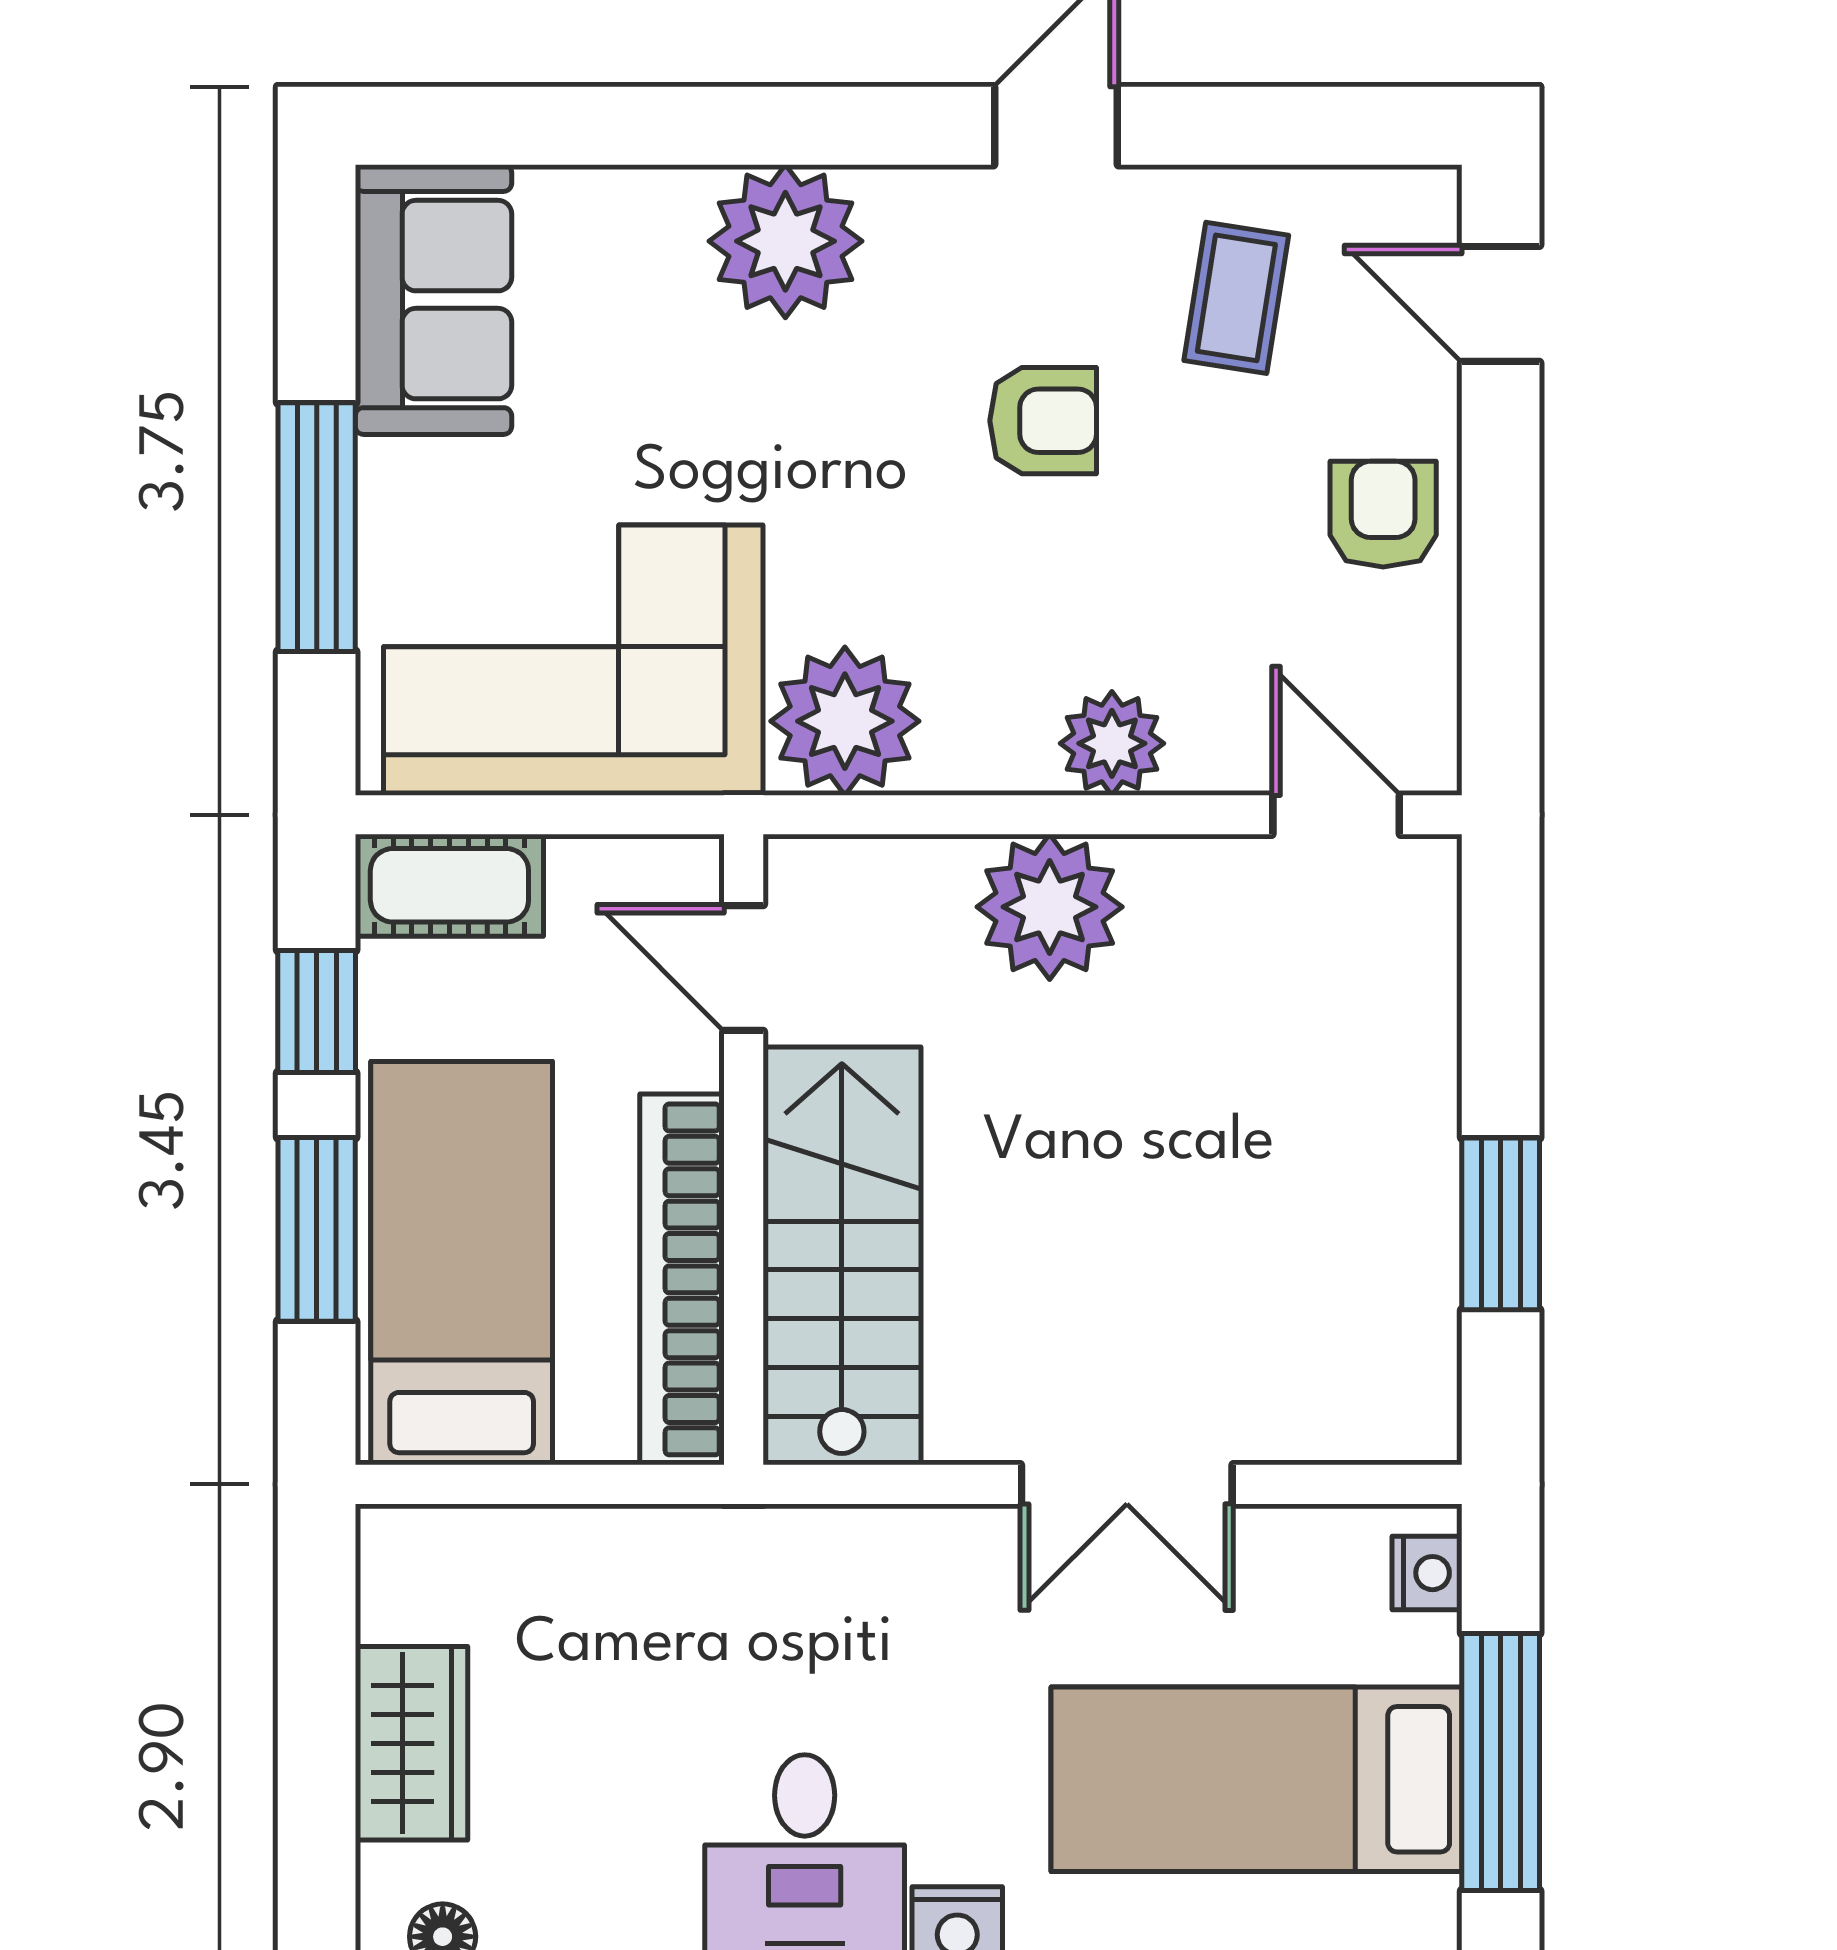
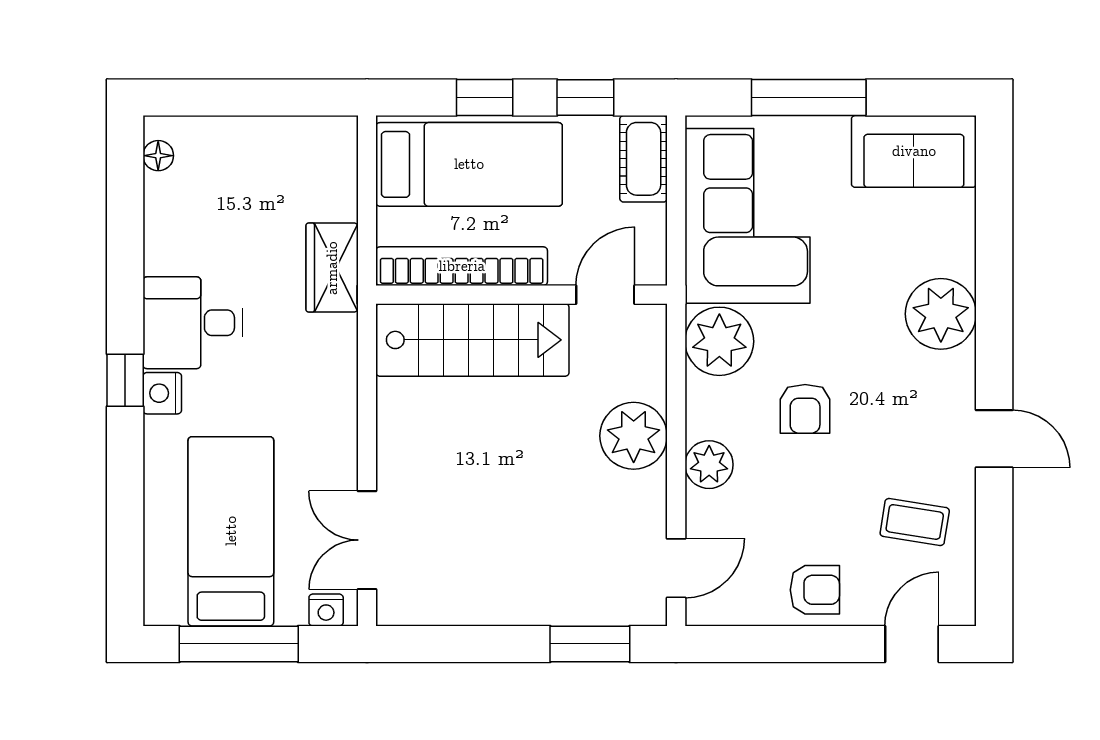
armchair: (1043, 421) -> (805, 409), moved
window: (1501, 1224) -> (590, 644), moved
window: (317, 1229) -> (485, 97), width x0.67
double door: (1127, 1484) -> (367, 540), moved
wardrobe: (412, 1743) -> (332, 268), moved, turned 90

